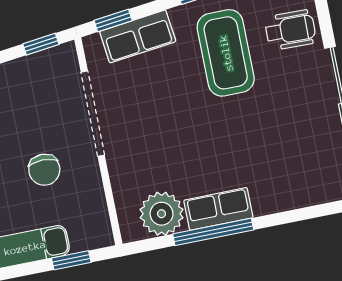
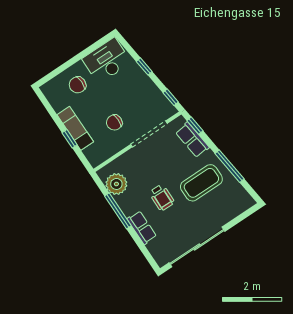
wheelchair: (290, 30) -> (162, 197), moved
row of seats: (218, 209) -> (142, 228), moved
window: (71, 260) -> (70, 139), moved

